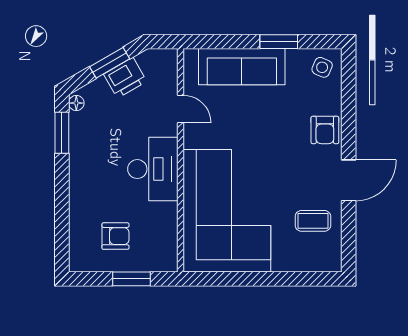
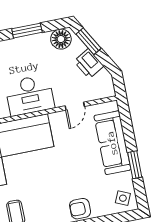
window: (110, 63) -> (89, 41), moved
floor lamp: (76, 103) -> (61, 39), width x1.89, depth x1.89
window: (62, 133) -> (27, 31), moved

